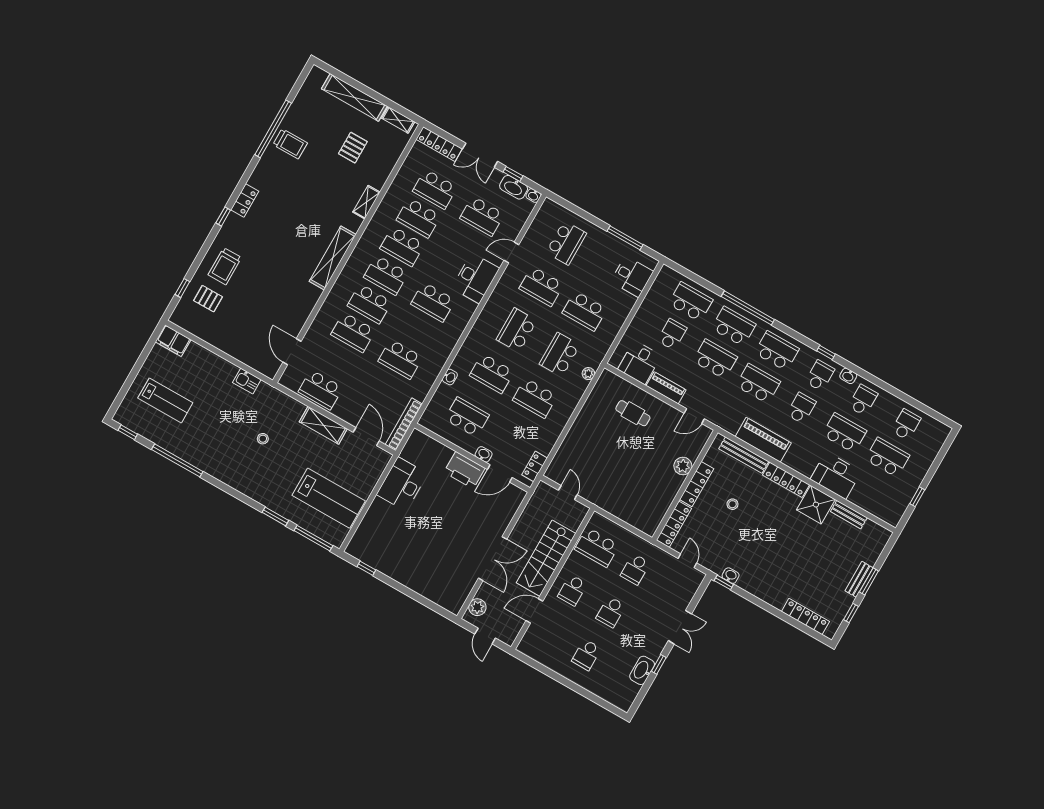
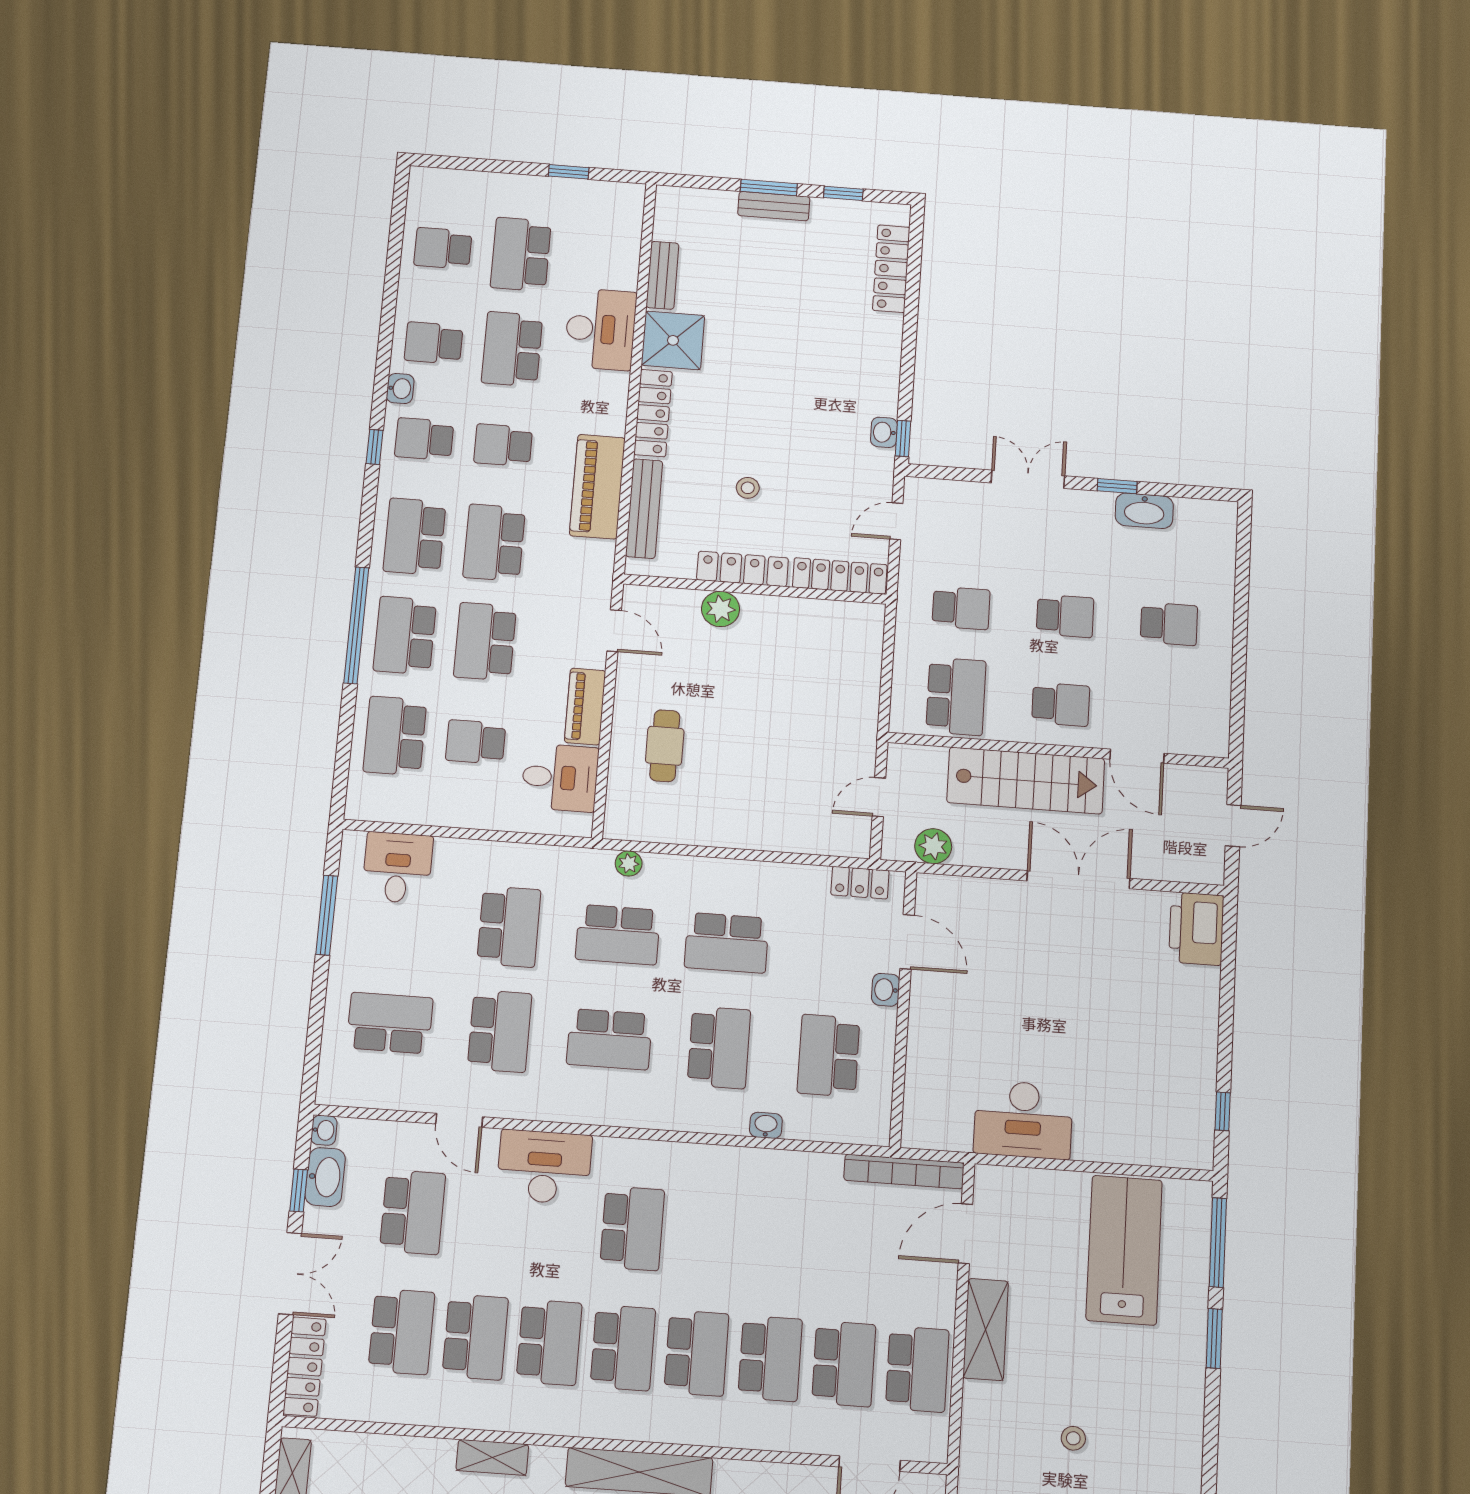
school desk: (400, 359) -> (844, 1364), moved
school desk: (535, 398) -> (727, 943), turned 90
printer: (464, 470) -> (1196, 929), moved, turned 180
plant: (477, 607) -> (933, 846), moved

